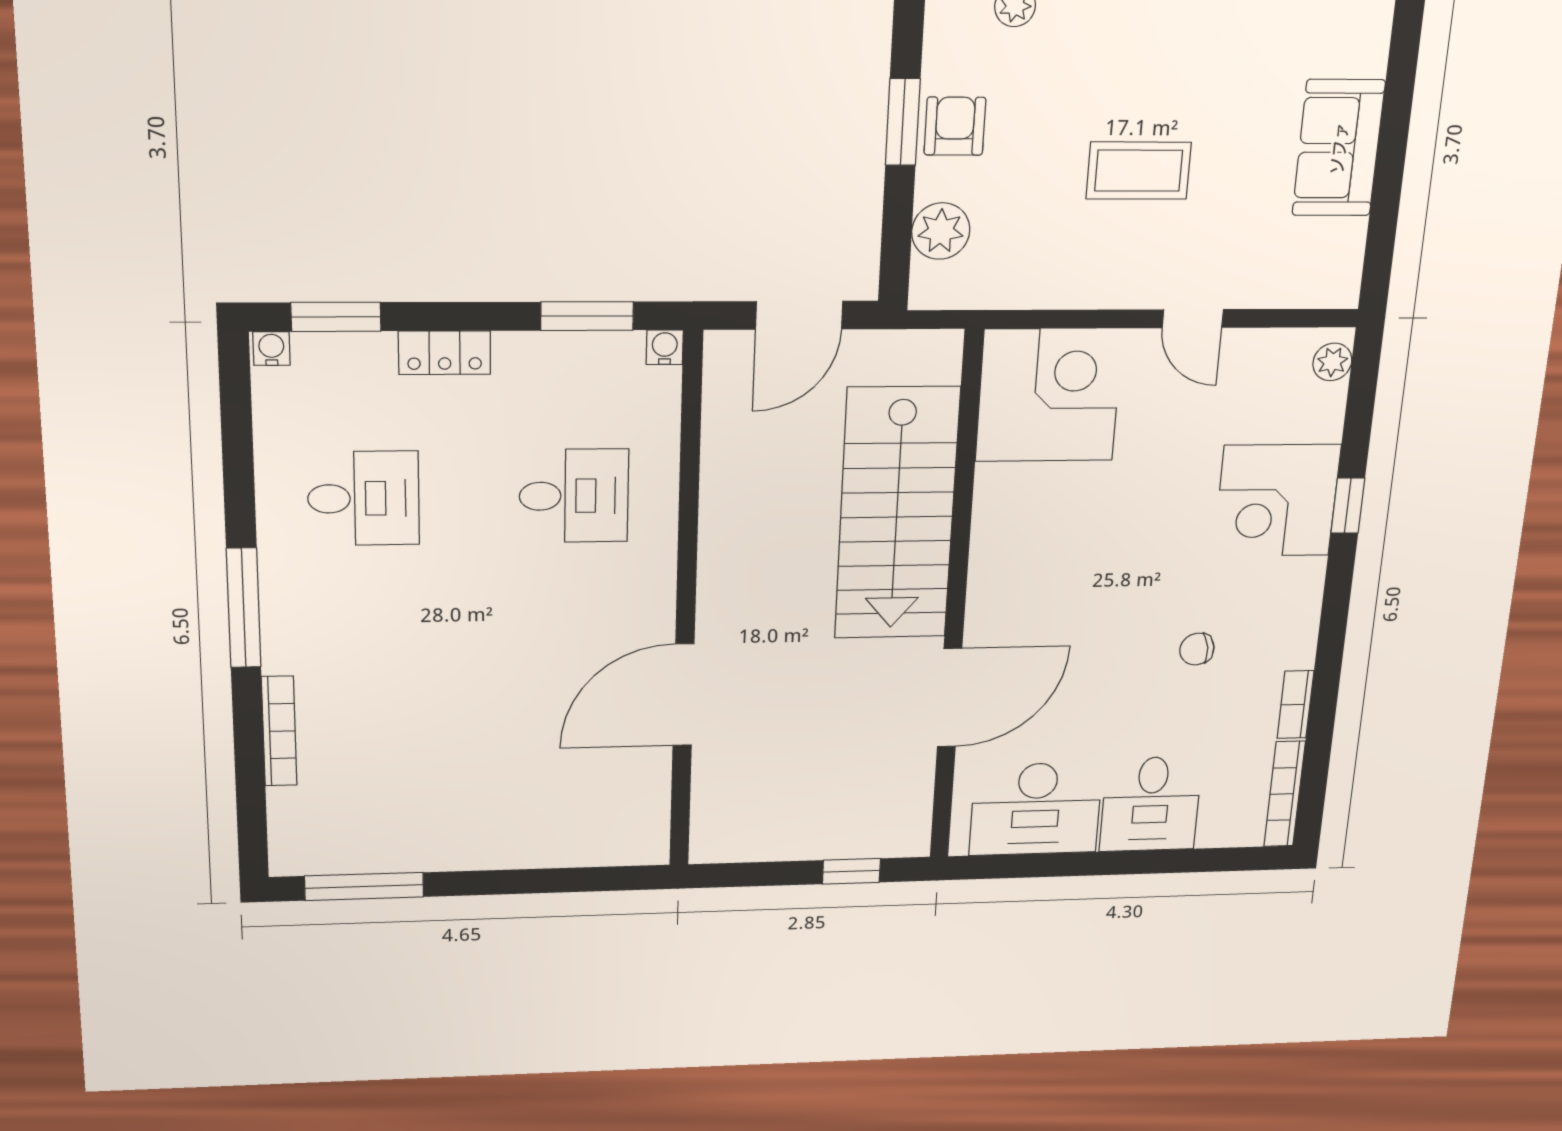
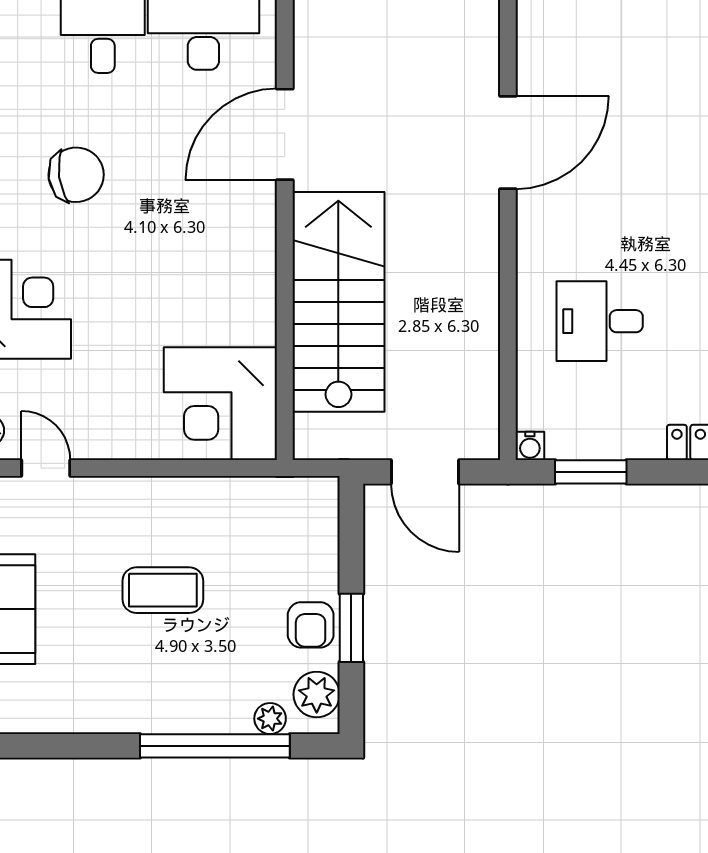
plant: (941, 231) -> (317, 694), moved
door: (799, 315) -> (425, 472), swing flipped
door: (1193, 319) -> (46, 468), moved
chair: (1197, 649) -> (76, 175), width x1.87, depth x1.87

